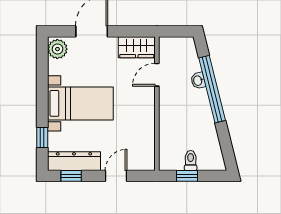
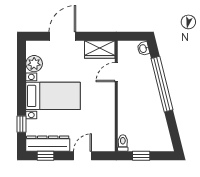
plant: (57, 49) -> (34, 64), moved
washbasin: (198, 81) -> (143, 48), moved
toilet: (191, 160) -> (123, 143), moved

